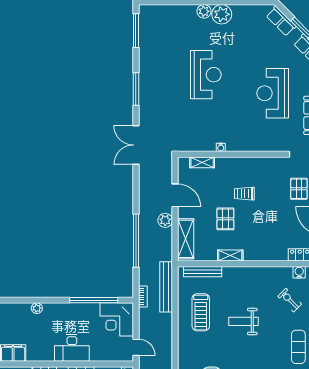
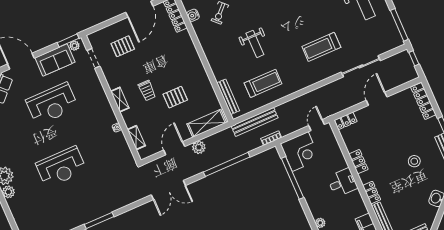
reception desk: (206, 75) -> (61, 167), turned 180
double door: (136, 145) -> (168, 190), moved
shelving: (230, 255) -> (120, 100), moved
desk: (72, 348) -> (342, 183), width x0.73

